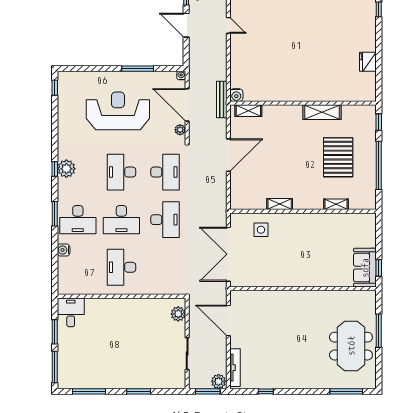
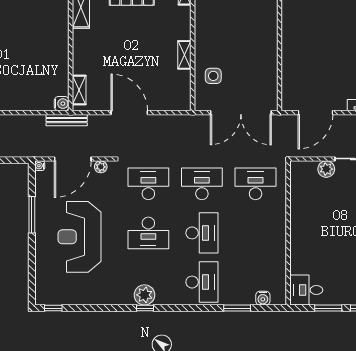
window: (55, 214) -> (237, 308), moved
water cooler: (64, 250) -> (263, 298), moved
desk: (121, 267) -> (256, 184), moved, turned 180
plant: (178, 314) -> (326, 169), moved

